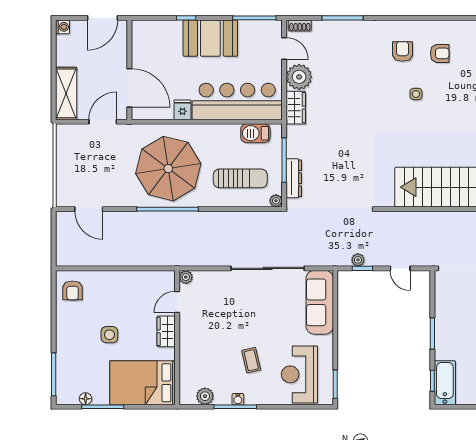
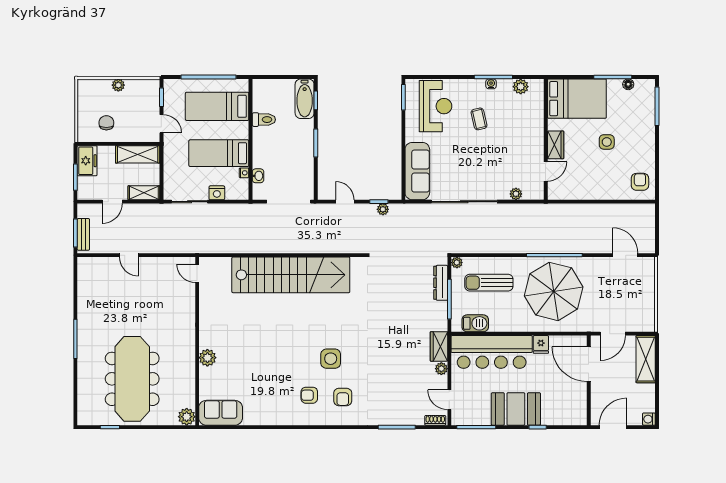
plant: (299, 77) -> (441, 369), width x0.53, depth x0.53
side table: (416, 94) -> (331, 359), width x1.87, depth x1.87
plant: (186, 277) -> (516, 194), moved

